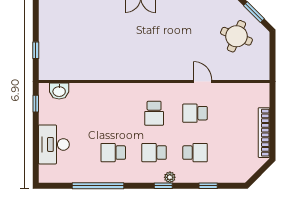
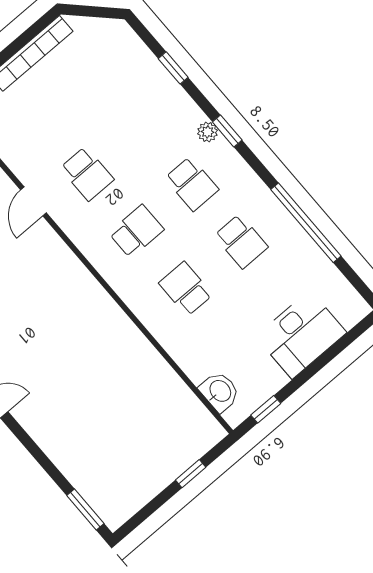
school desk: (195, 153) -> (186, 289), moved

